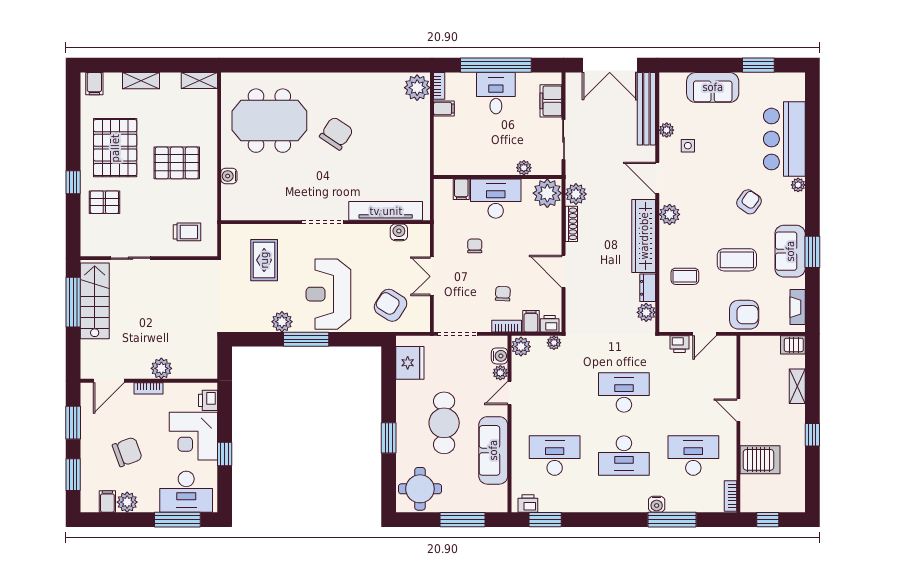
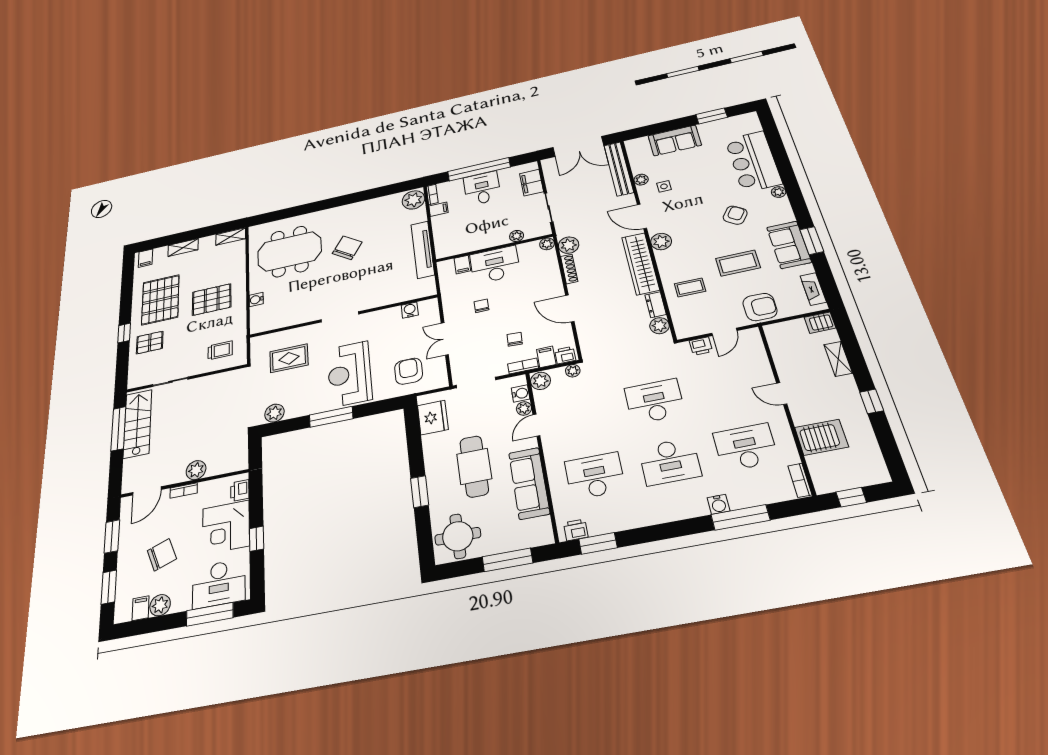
plant: (547, 193) -> (547, 244), width x0.53, depth x0.53
tv unit: (386, 211) -> (423, 250), moved, turned -90
rug: (264, 260) -> (289, 358), turned 90
armchair: (391, 305) -> (409, 371), turned 58
plant: (282, 322) -> (274, 413), moved

